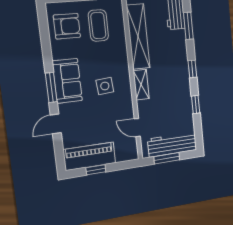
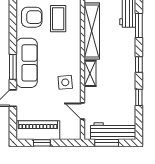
sofa: (67, 81) -> (27, 63), width x1.36
side table: (105, 86) -> (65, 82), moved

